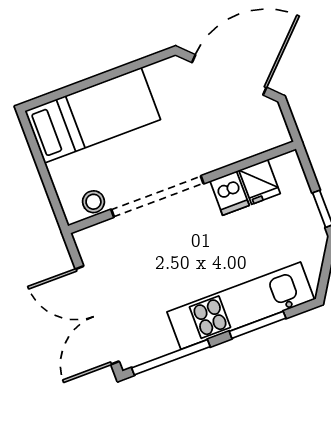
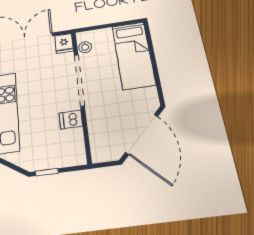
fridge: (260, 182) -> (64, 43), moved, turned -90

